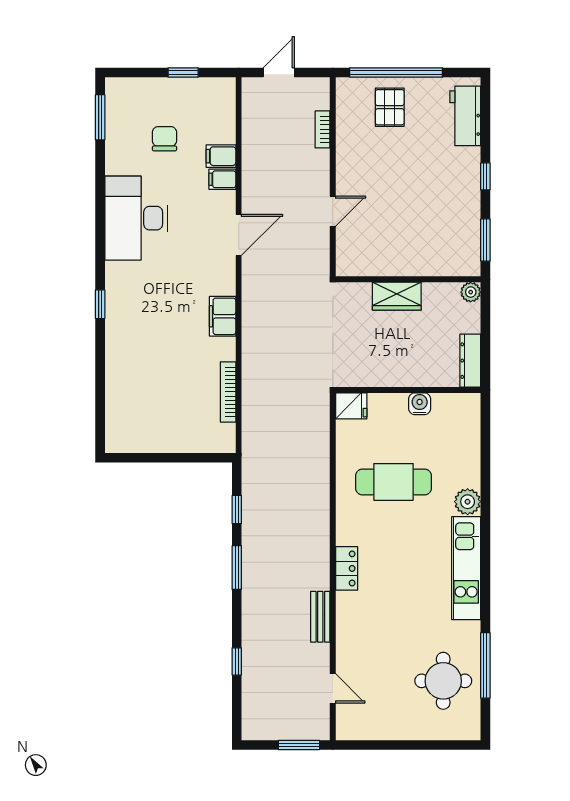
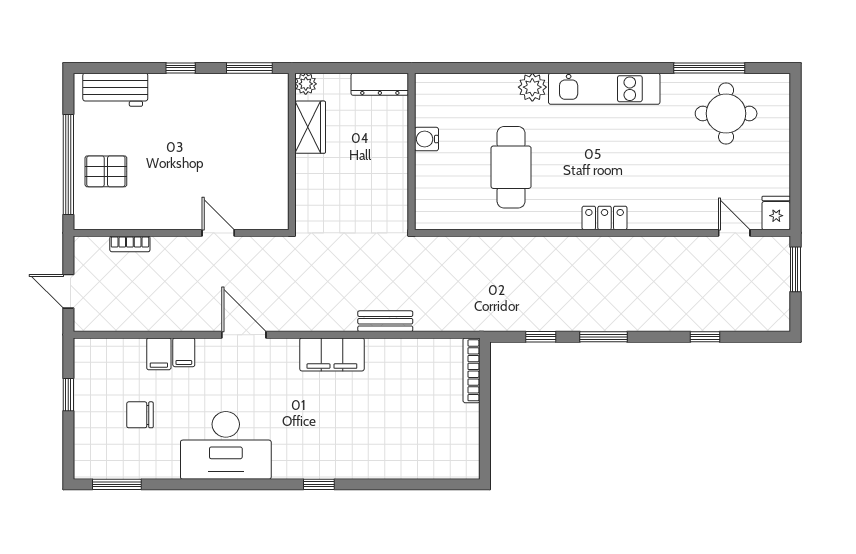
wardrobe: (397, 296) -> (310, 127), moved
filing cabinet: (223, 316) -> (332, 354), width x1.50, depth x1.17
bookcase: (228, 392) -> (471, 370), moved, turned 90
fridge: (351, 406) -> (776, 213), moved
bench: (320, 617) -> (385, 321), moved
door: (333, 688) -> (734, 233), hinge flipped

